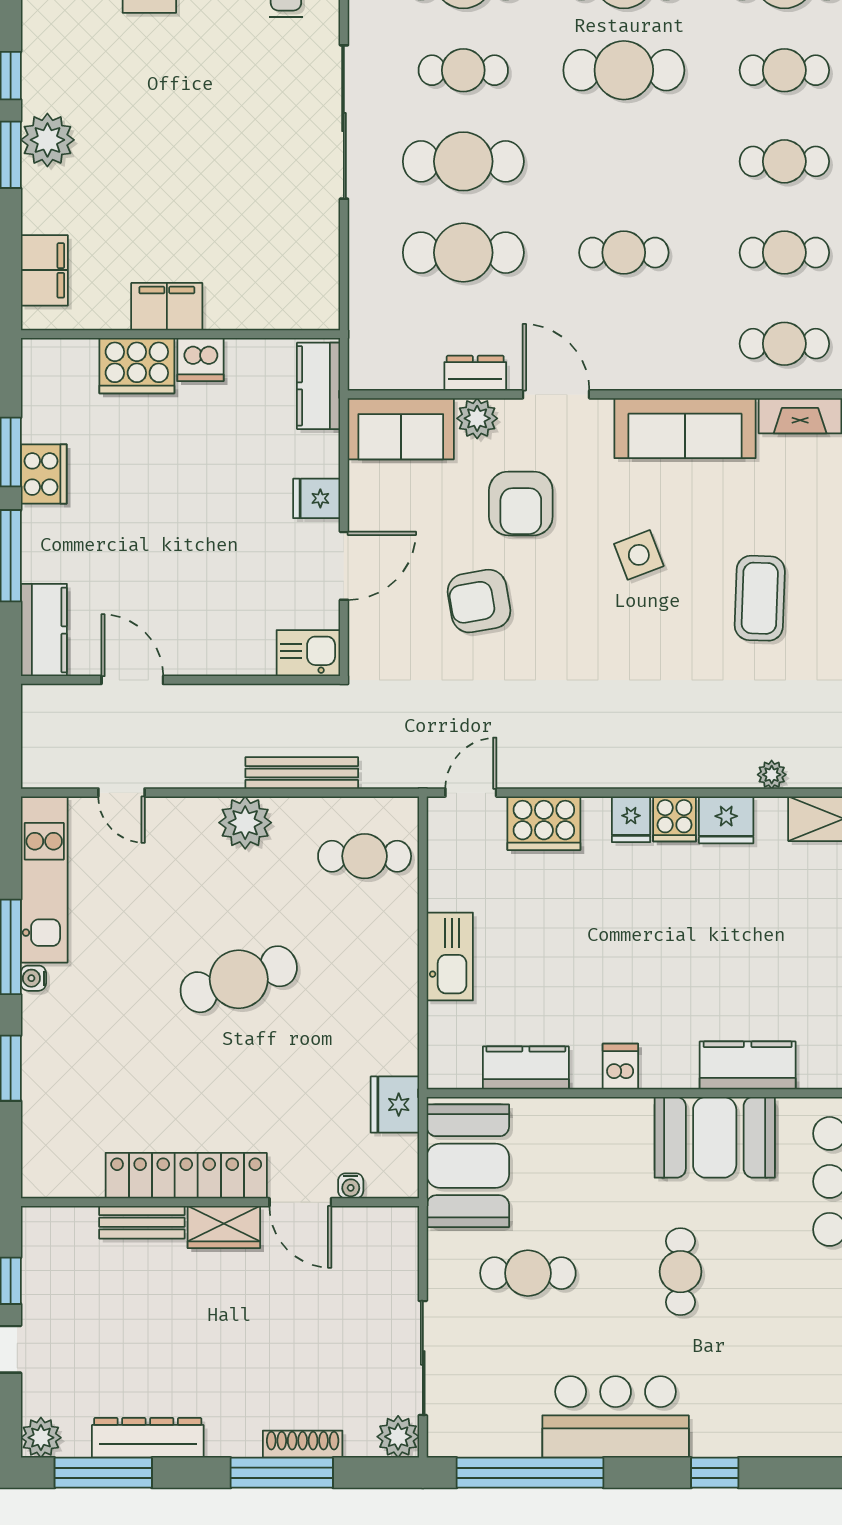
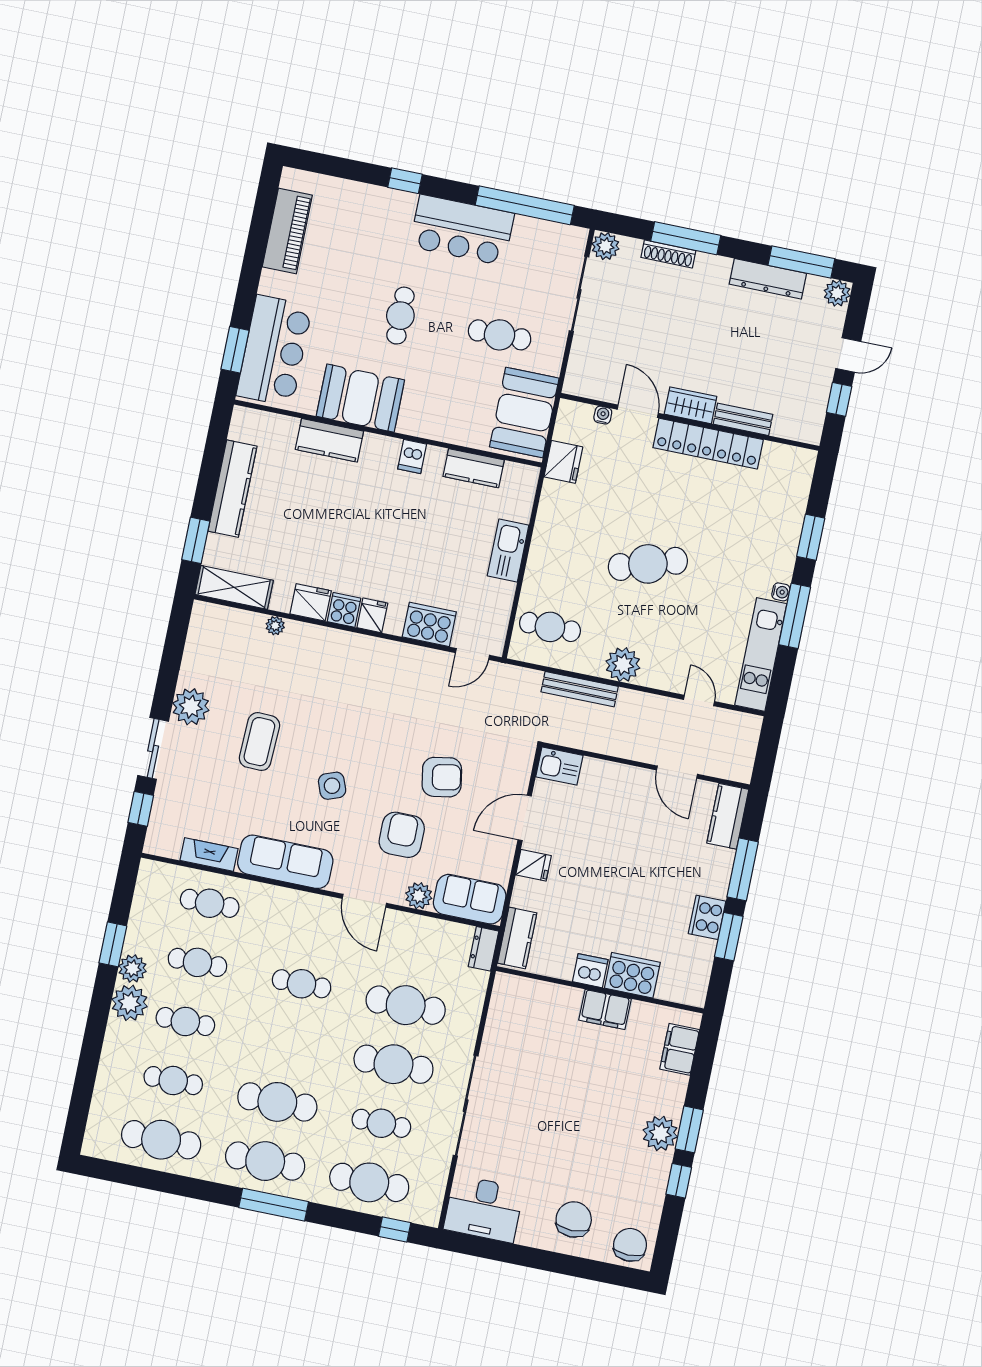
dresser: (475, 373) -> (484, 949), moved, turned 90

